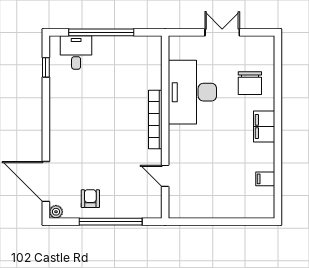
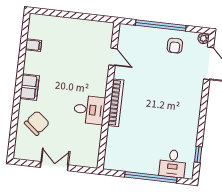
double door: (222, 32) -> (54, 166), swing flipped
chair: (250, 83) -> (37, 123), turned 39
desk: (192, 92) -> (89, 110), width x0.53, depth x0.77

